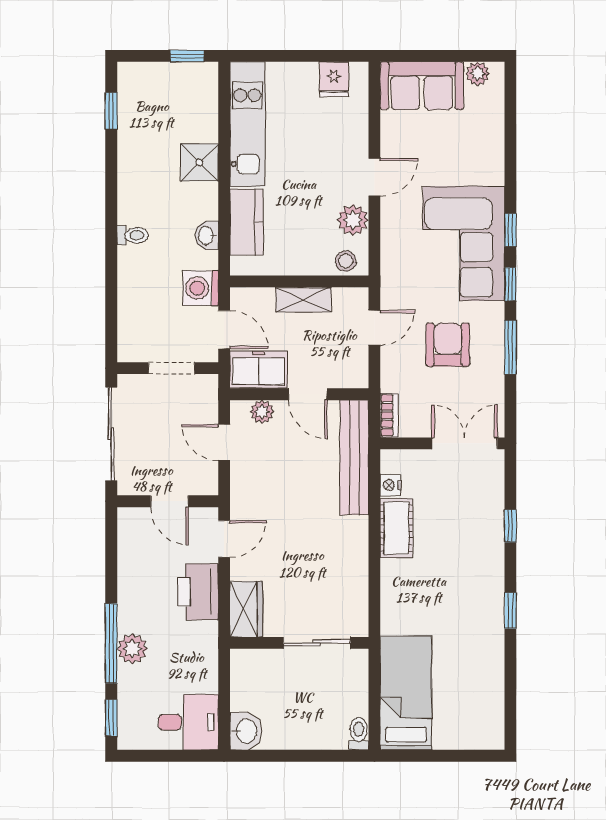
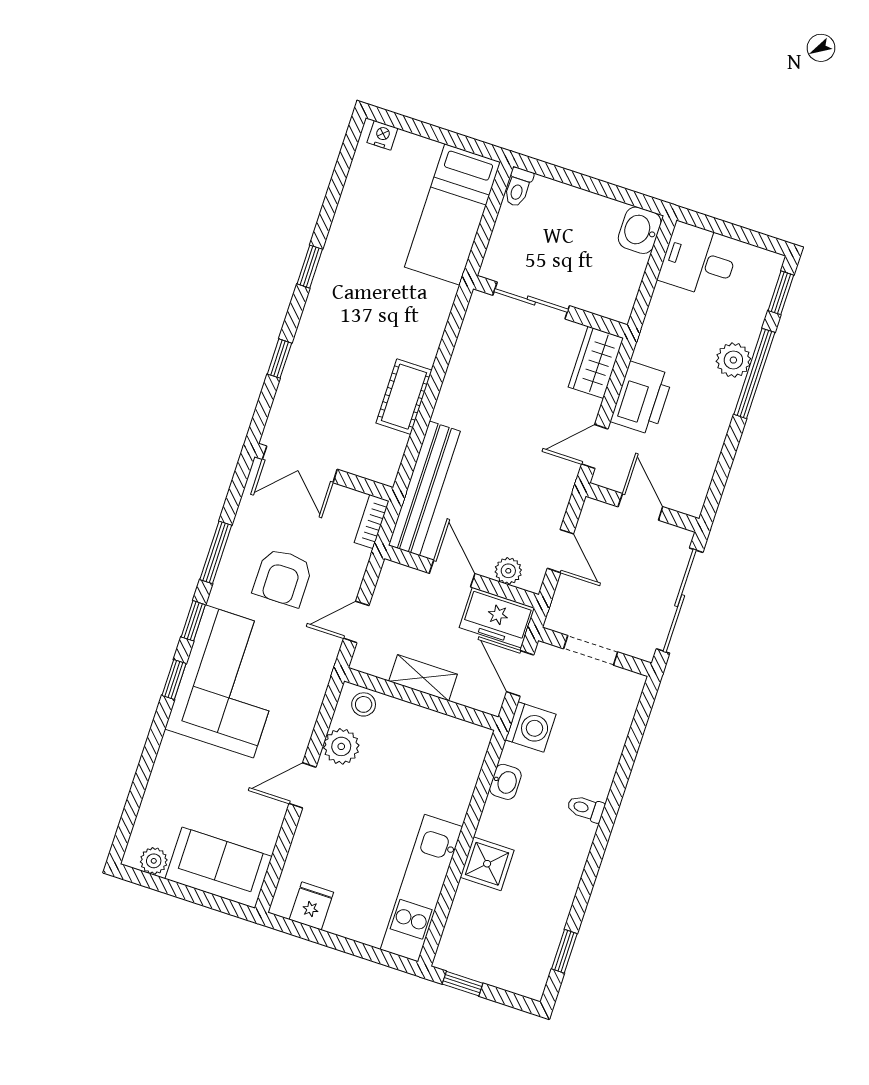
kitchen counter: (246, 222) -> (457, 782), removed
nightstand: (391, 485) -> (382, 135), moved, turned -90

